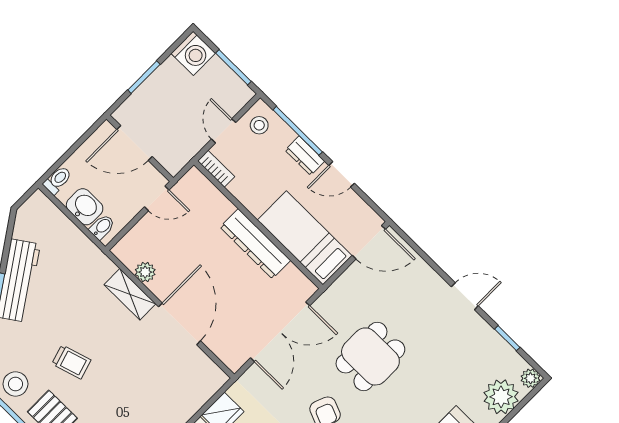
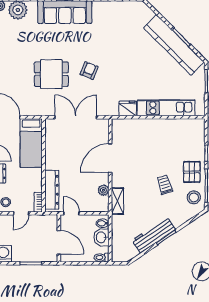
dresser: (255, 244) -> (52, 190), moved
shelving: (130, 294) -> (117, 201), moved

